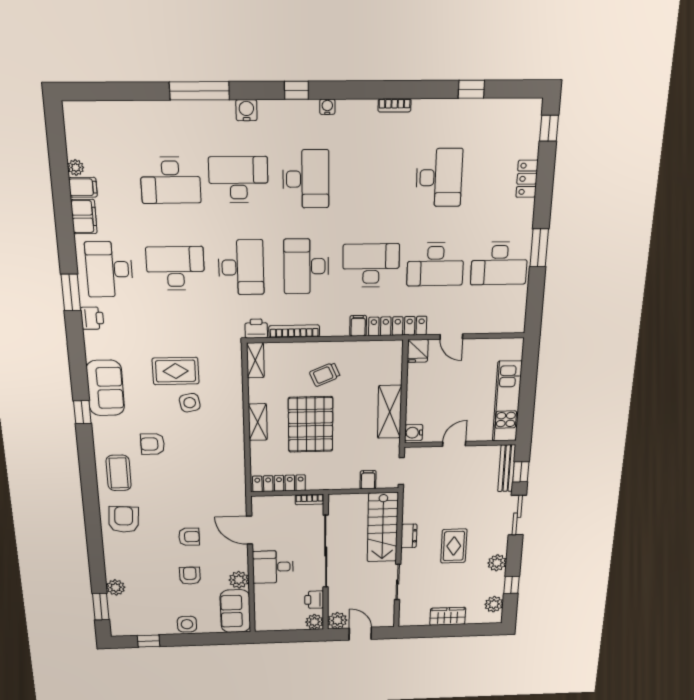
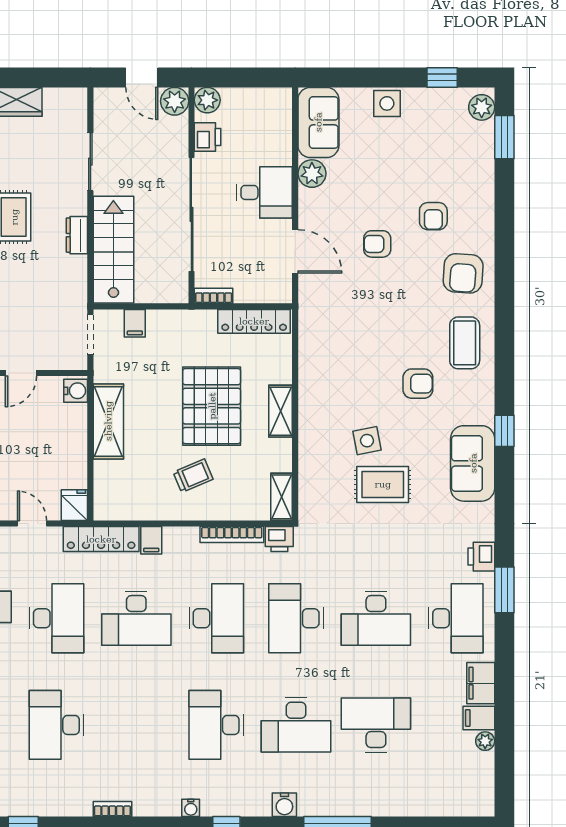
desk: (435, 264) -> (56, 618), turned 90
armchair: (190, 576) -> (433, 216), moved
plant: (116, 587) -> (482, 107), moved

